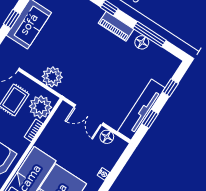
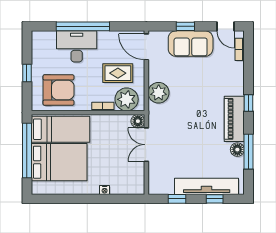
piano: (116, 26) -> (234, 119), width x1.37, depth x1.33
tv unit: (141, 110) -> (207, 186), moved
floor lamp: (107, 137) -> (138, 121), moved

